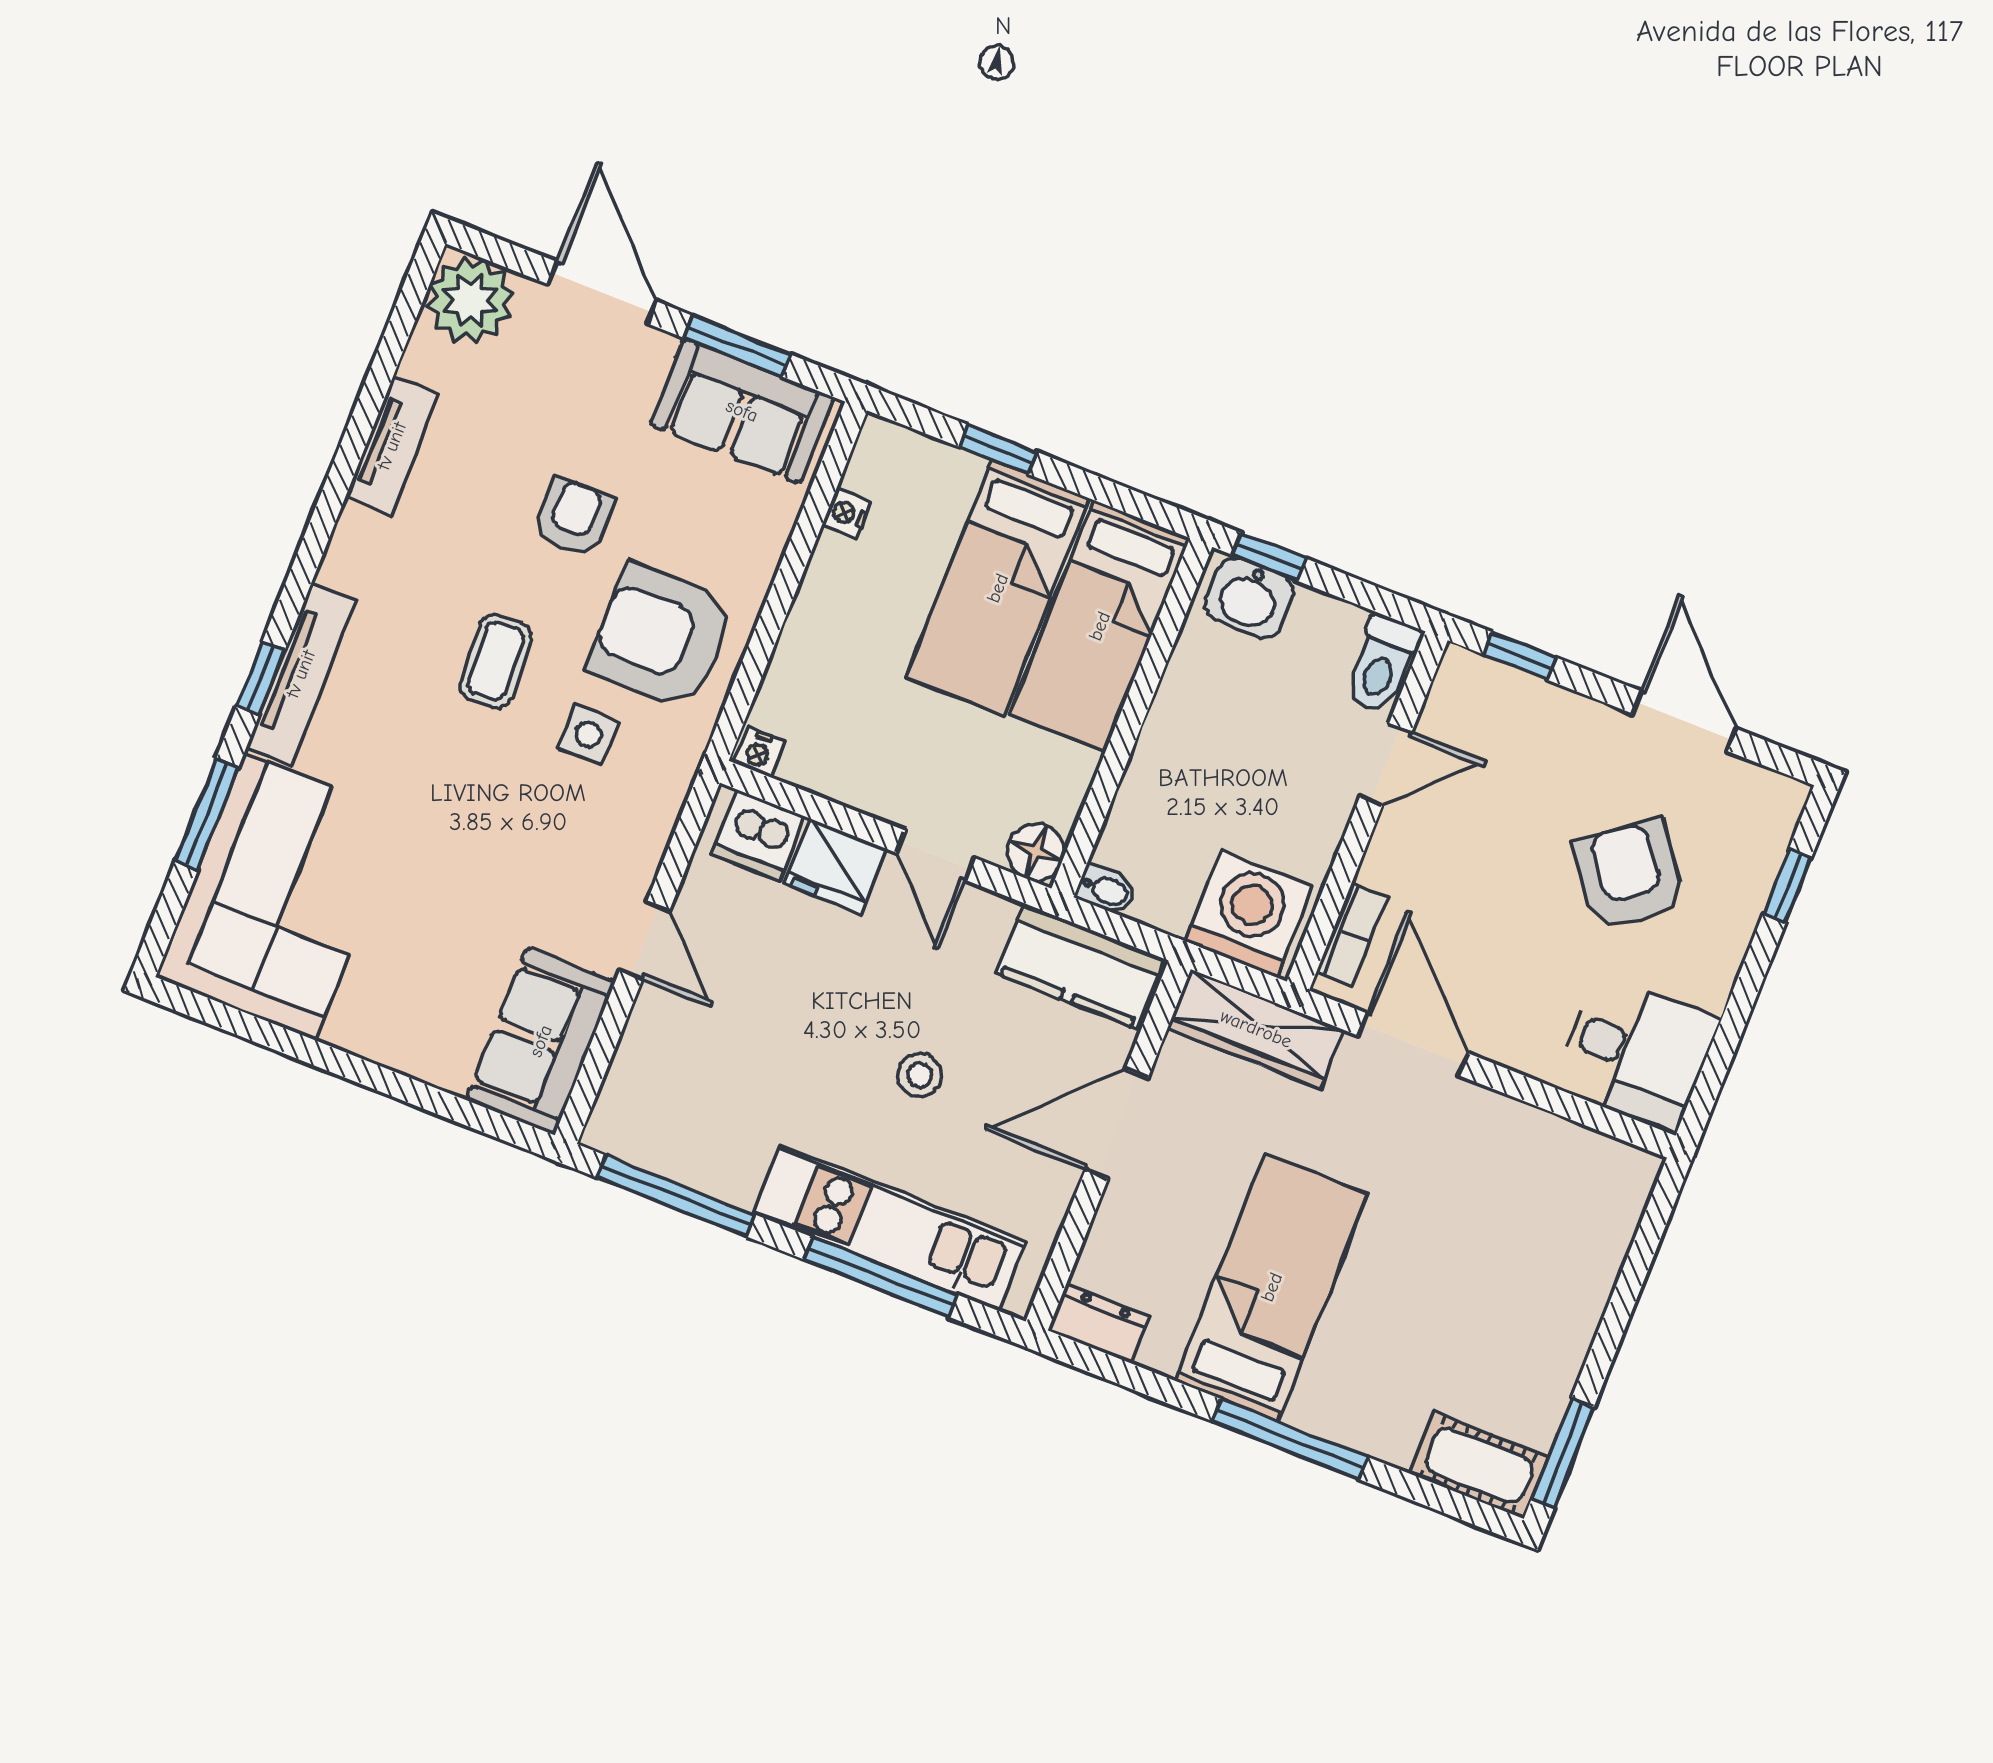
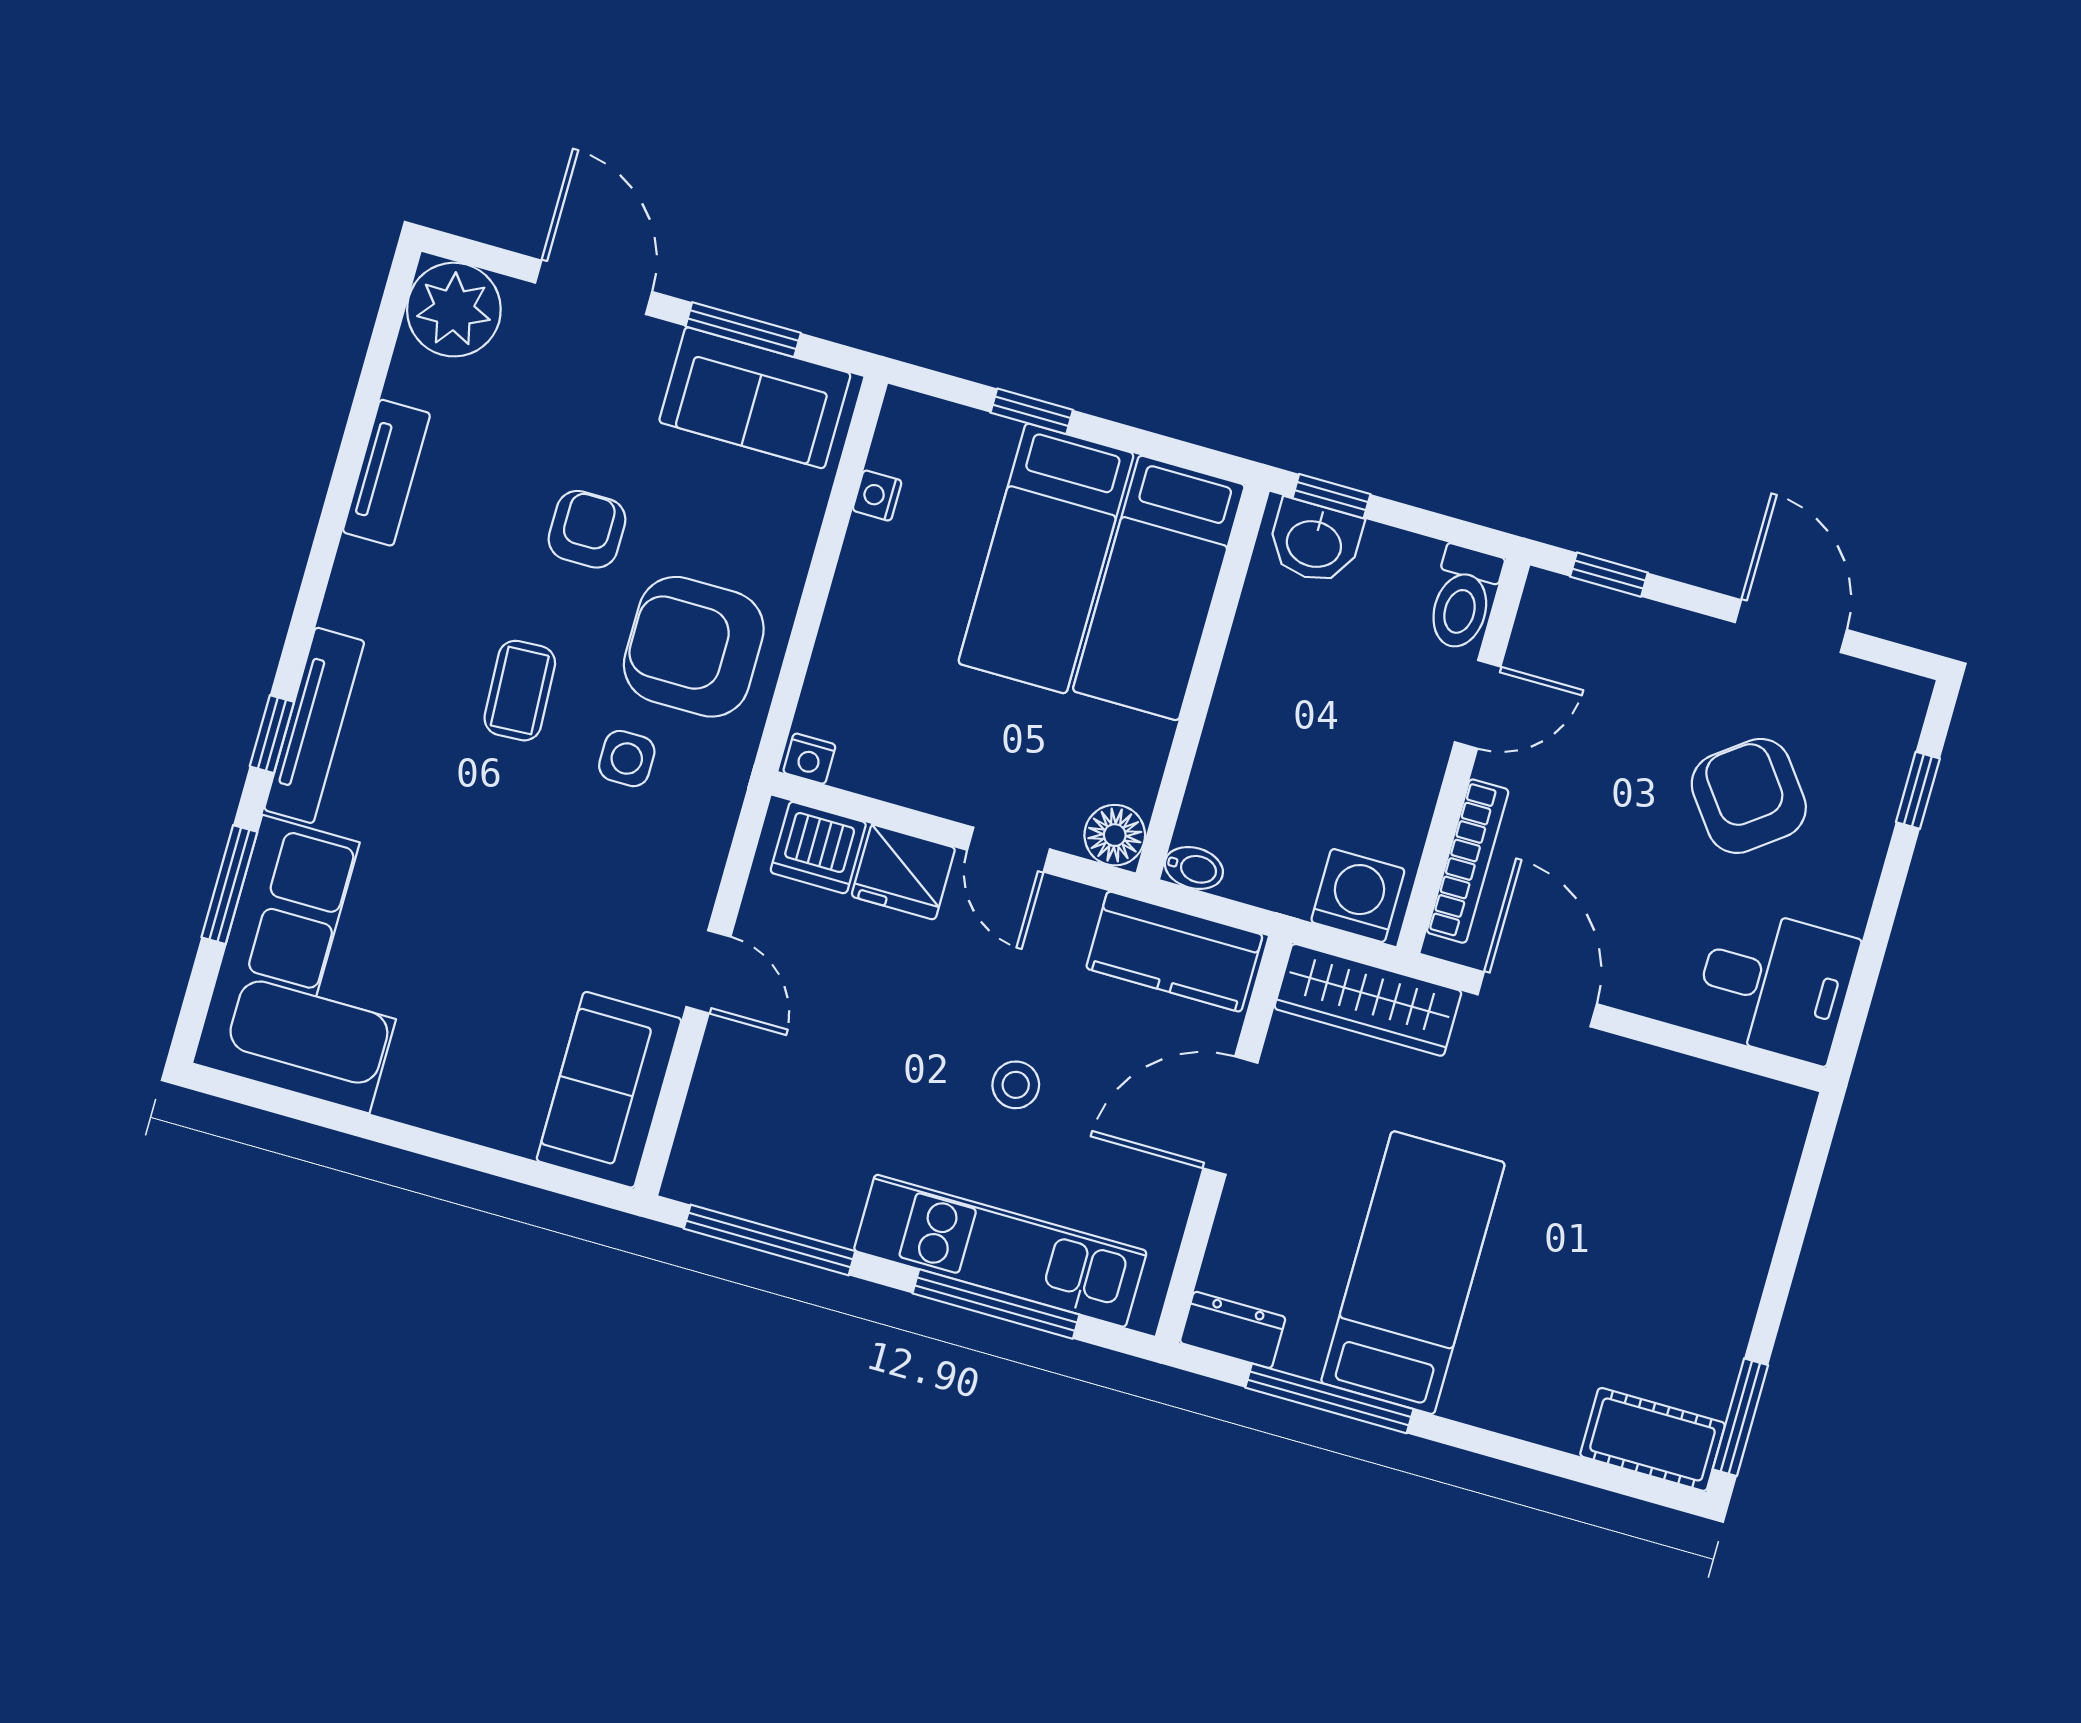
washing machine: (1249, 914) -> (1358, 895), width x0.73, depth x0.73
bookcase: (1352, 934) -> (1468, 861), width x1.56
window: (1290, 1439) -> (1329, 1398), moved

